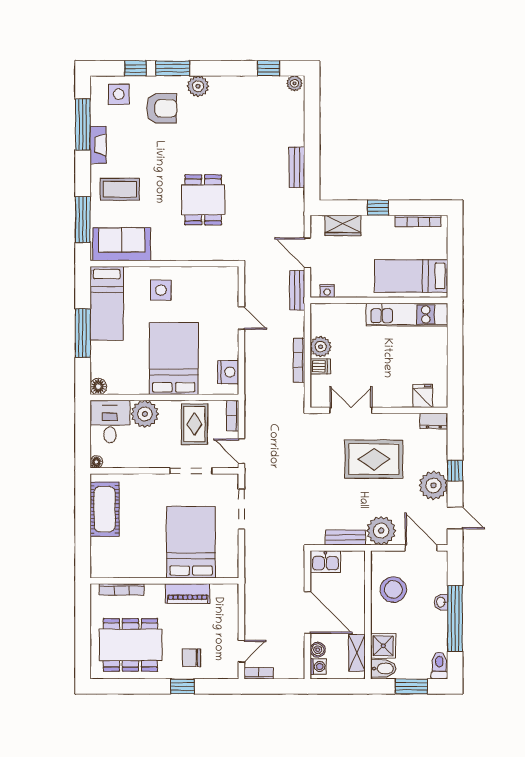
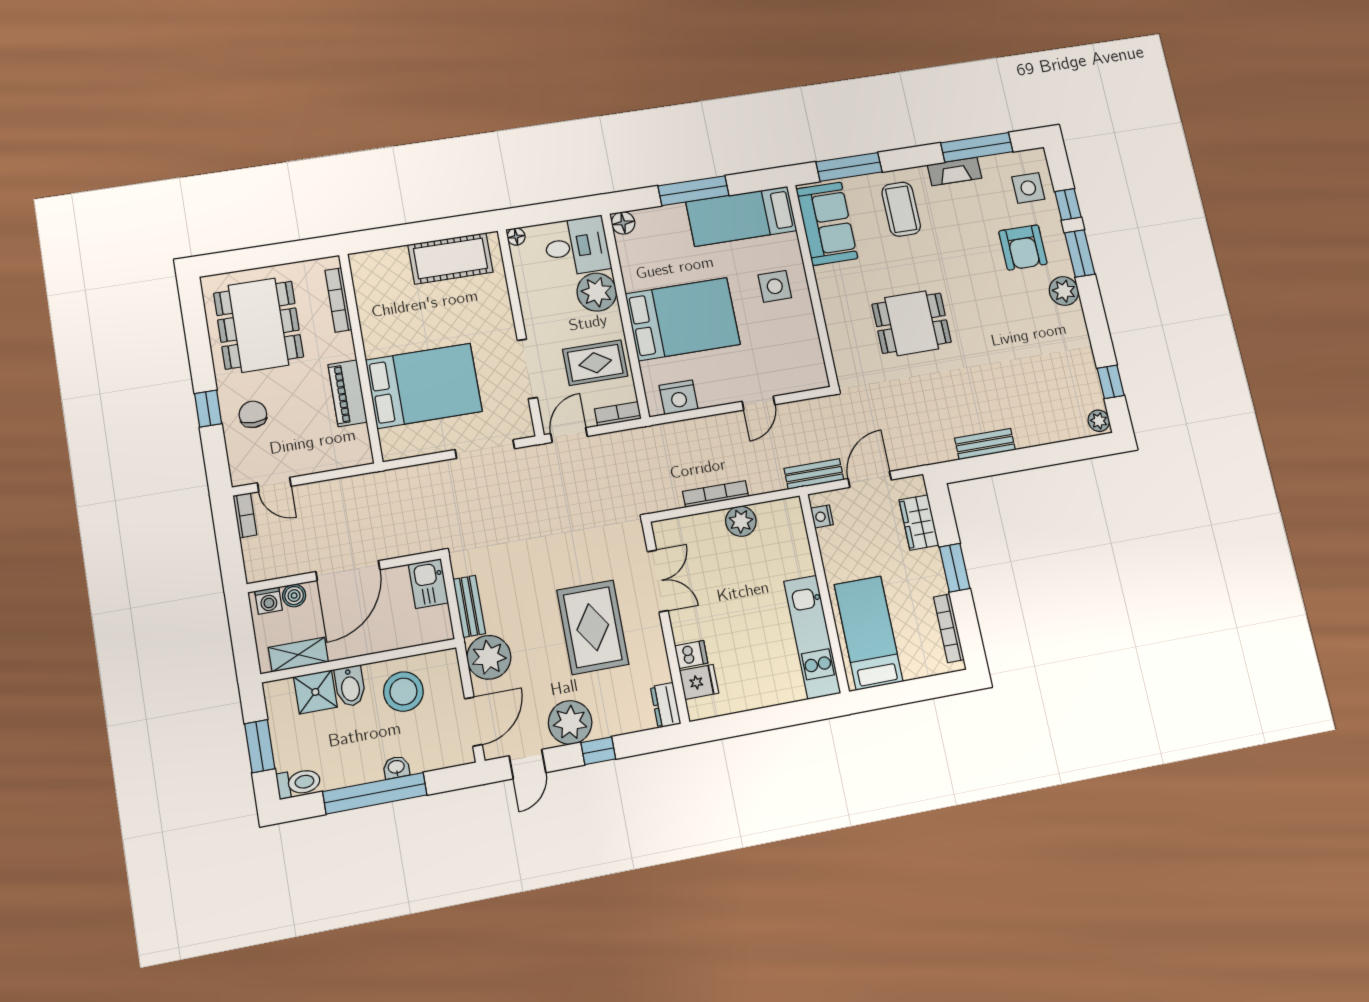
window: (378, 208) -> (955, 568), width x1.50
dishwasher: (320, 366) -> (691, 654), moved, turned -90
bidet: (383, 669) -> (350, 686), moved

